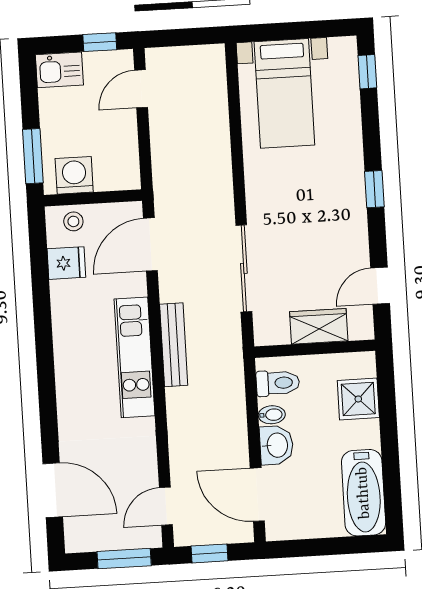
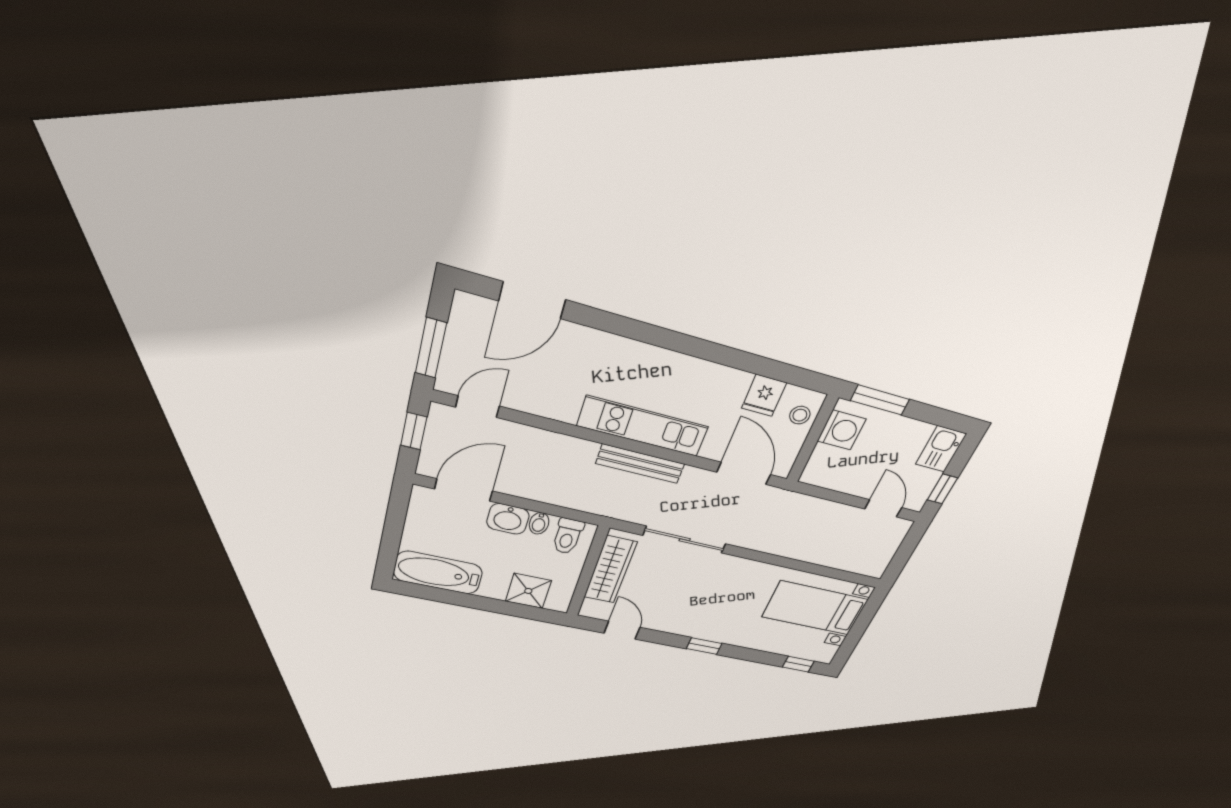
wardrobe: (319, 326) -> (610, 570), width x1.50
door: (166, 506) -> (477, 407), hinge flipped

